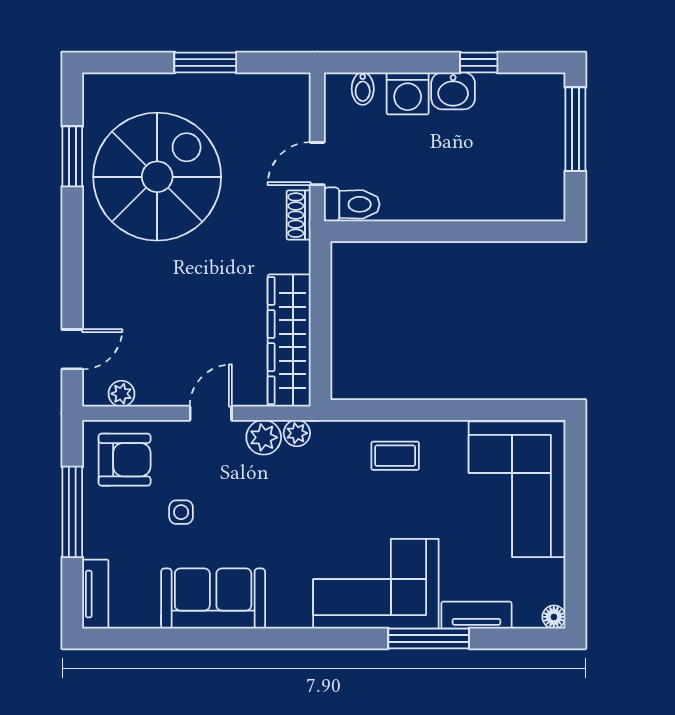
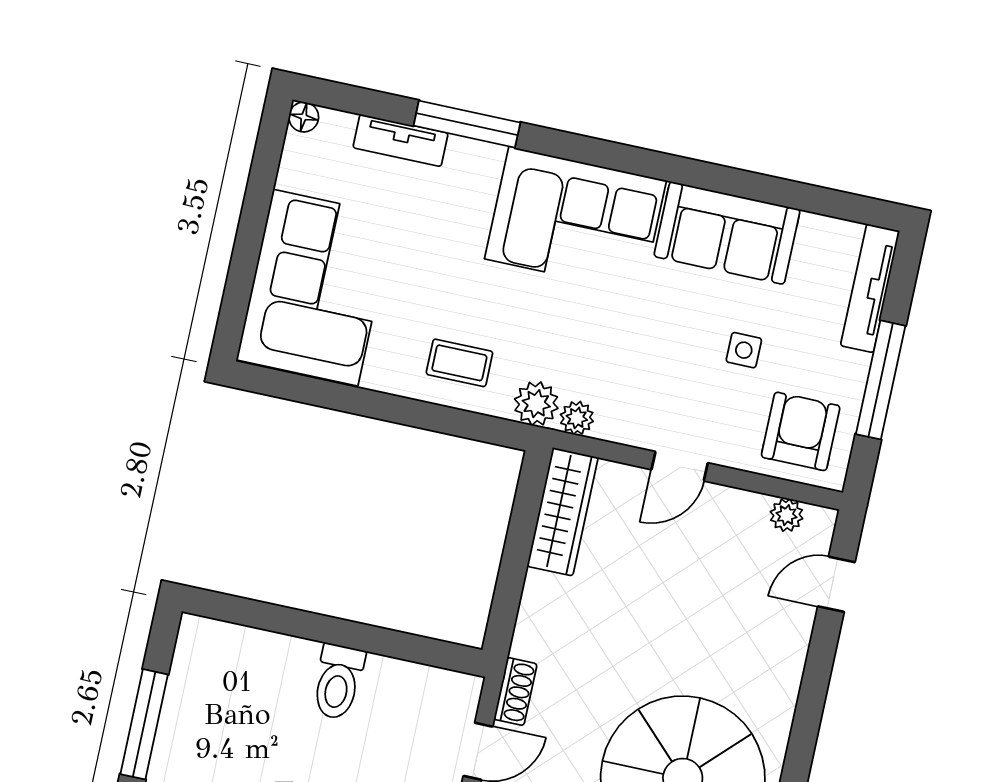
toilet: (352, 204) -> (338, 682), moved, turned -90
wardrobe: (289, 341) -> (563, 512), width x0.71, depth x0.85
plant: (264, 437) -> (536, 404), moved
armchair: (125, 460) -> (801, 431), turned 90
corner sofa: (376, 584) -> (575, 220), moved
tv unit: (95, 594) -> (870, 288), width x1.41

